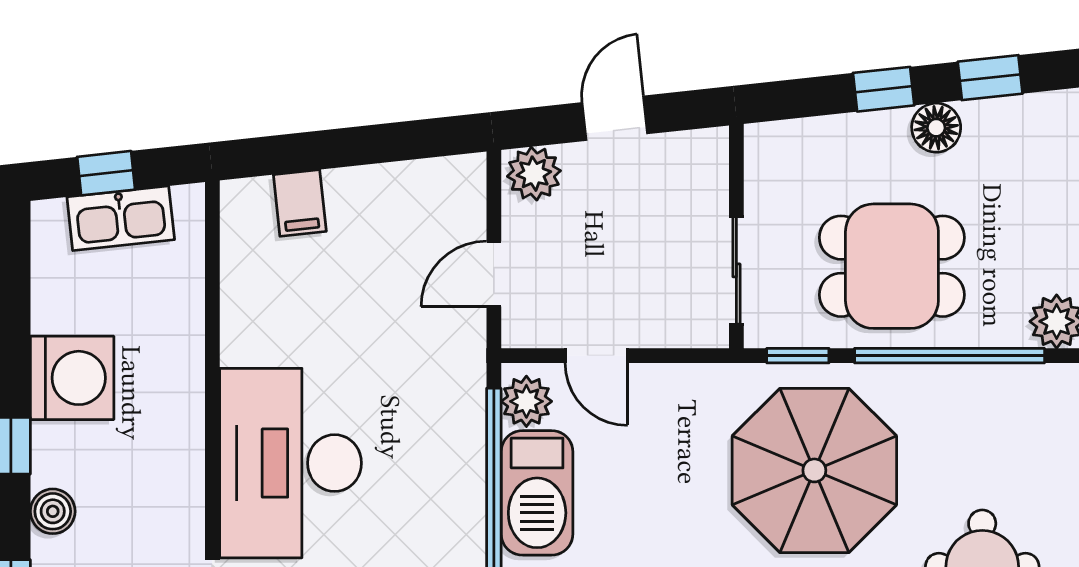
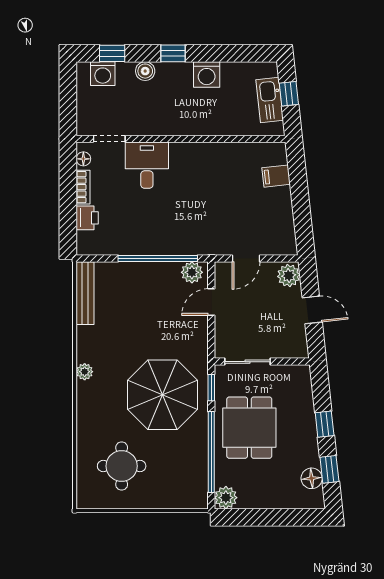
floor lamp: (936, 128) -> (312, 478), moved
door: (494, 274) -> (246, 258), swing flipped
washing machine: (72, 378) -> (207, 74), width x0.73, depth x0.73
desk: (291, 463) -> (147, 165), width x0.53, depth x0.77
barbecue: (537, 493) -> (153, 277), removed

